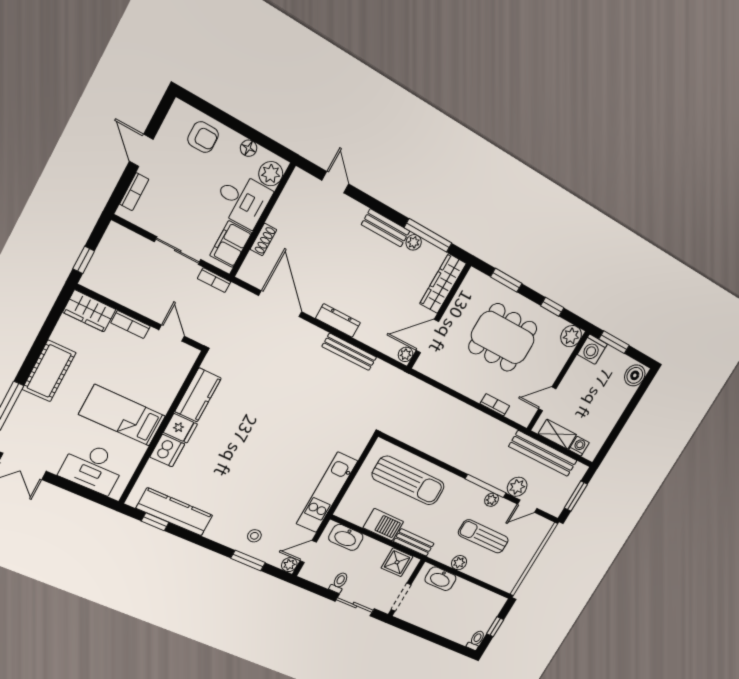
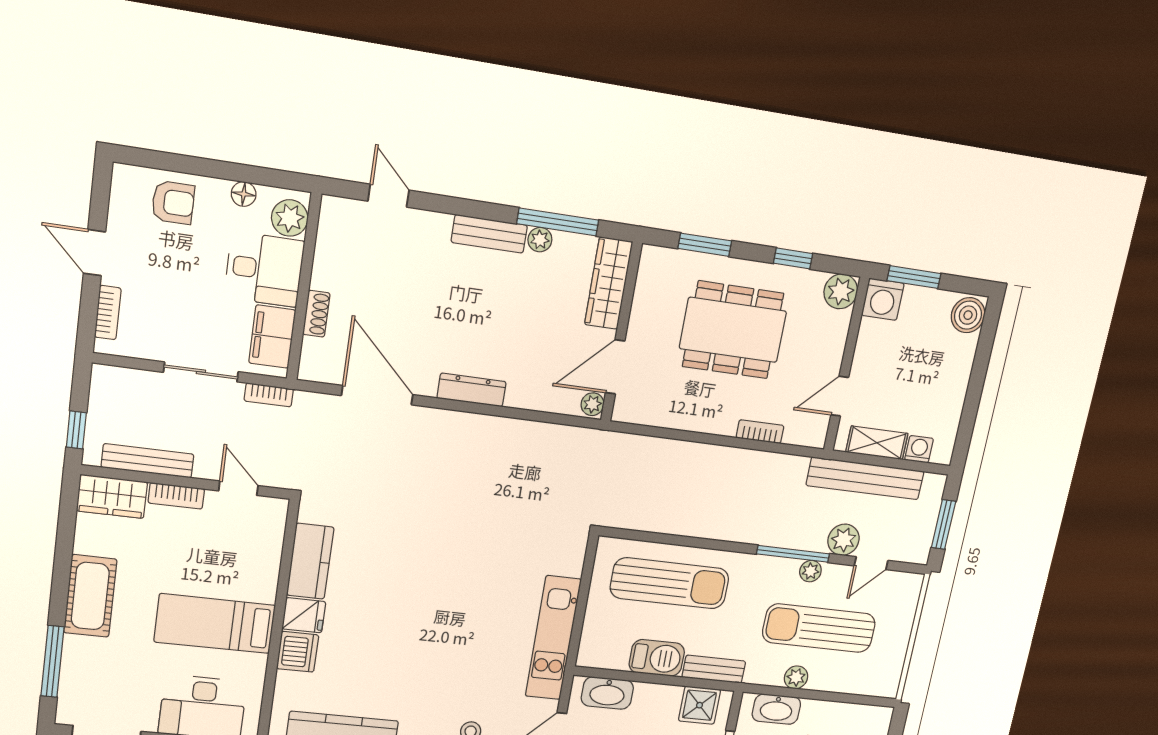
bench: (349, 352) -> (148, 461), moved
sun lounger: (483, 536) -> (819, 628), width x1.36, depth x1.34

